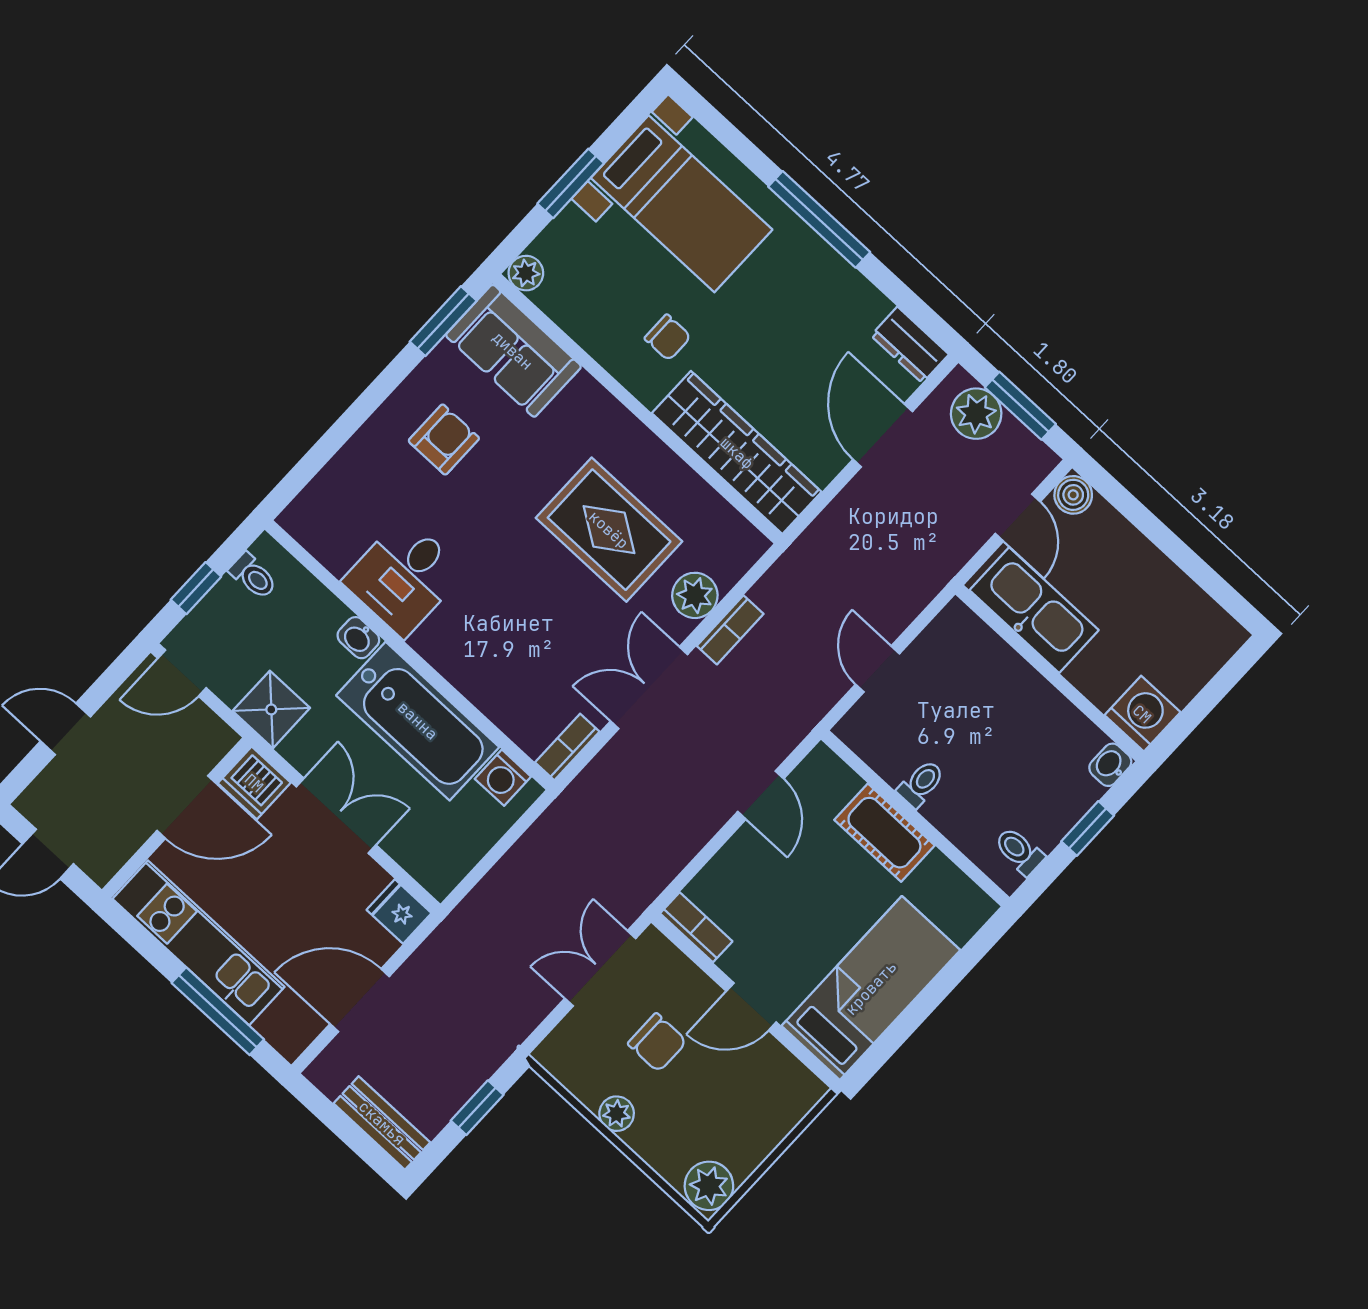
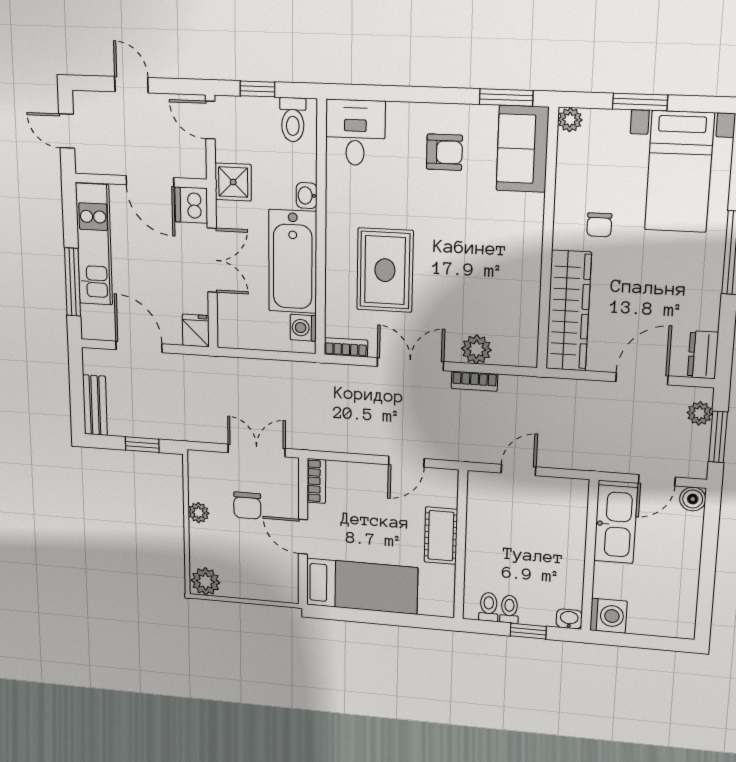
plant: (976, 414) -> (700, 413), width x0.73, depth x0.73
rug: (609, 530) -> (385, 270), moved
toilet: (253, 576) -> (293, 120), width x1.37, depth x1.39
desk: (404, 577) -> (355, 133), moved, turned 90
toilet: (921, 784) -> (509, 609), moved, turned -90

